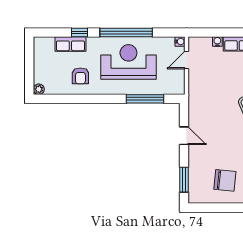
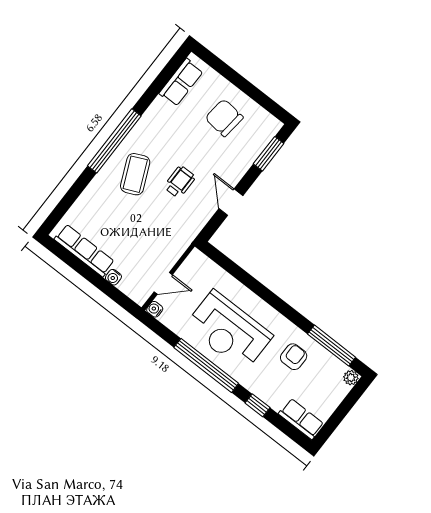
row of seats: (70, 44) -> (301, 419), moved
window: (145, 99) -> (332, 346), moved
wheelchair: (222, 124) -> (180, 182), added

